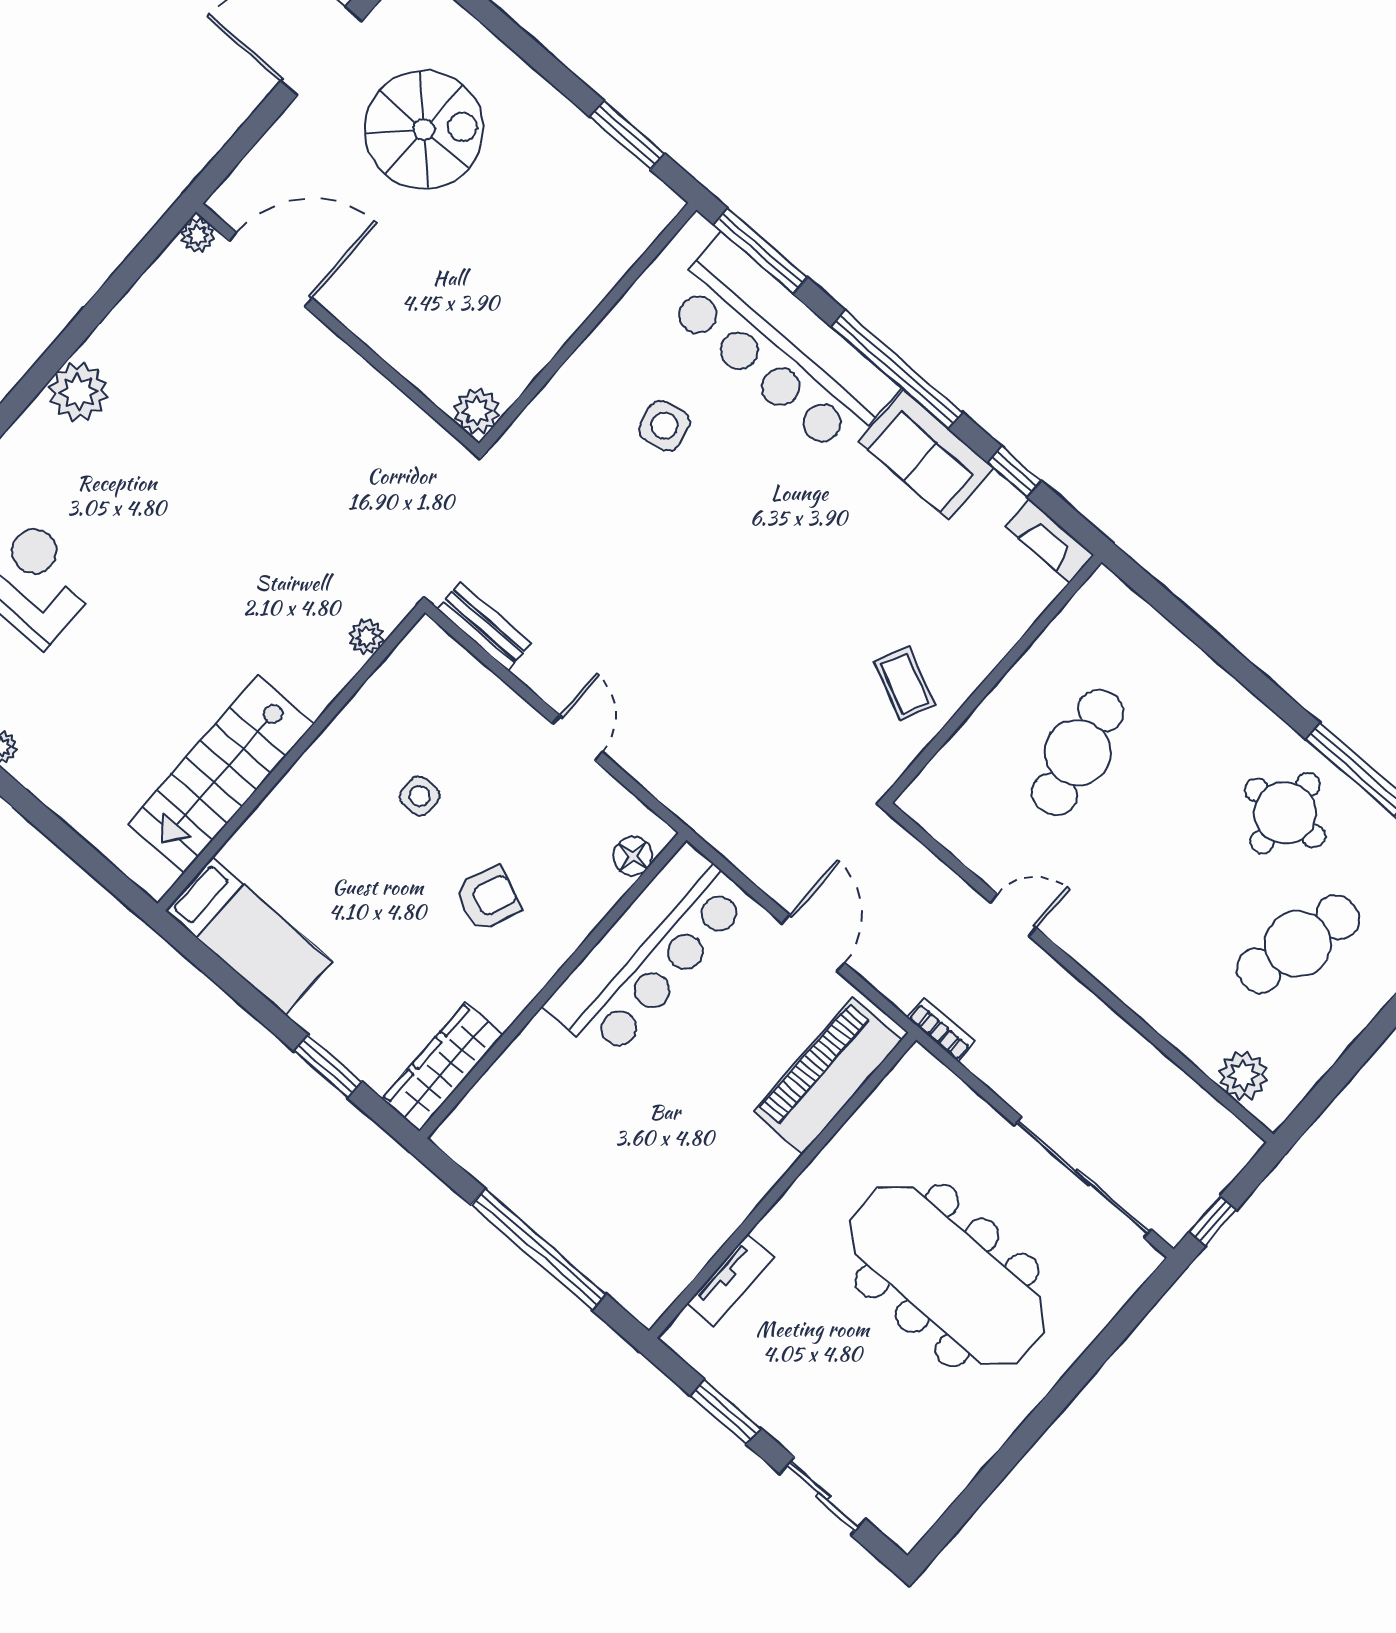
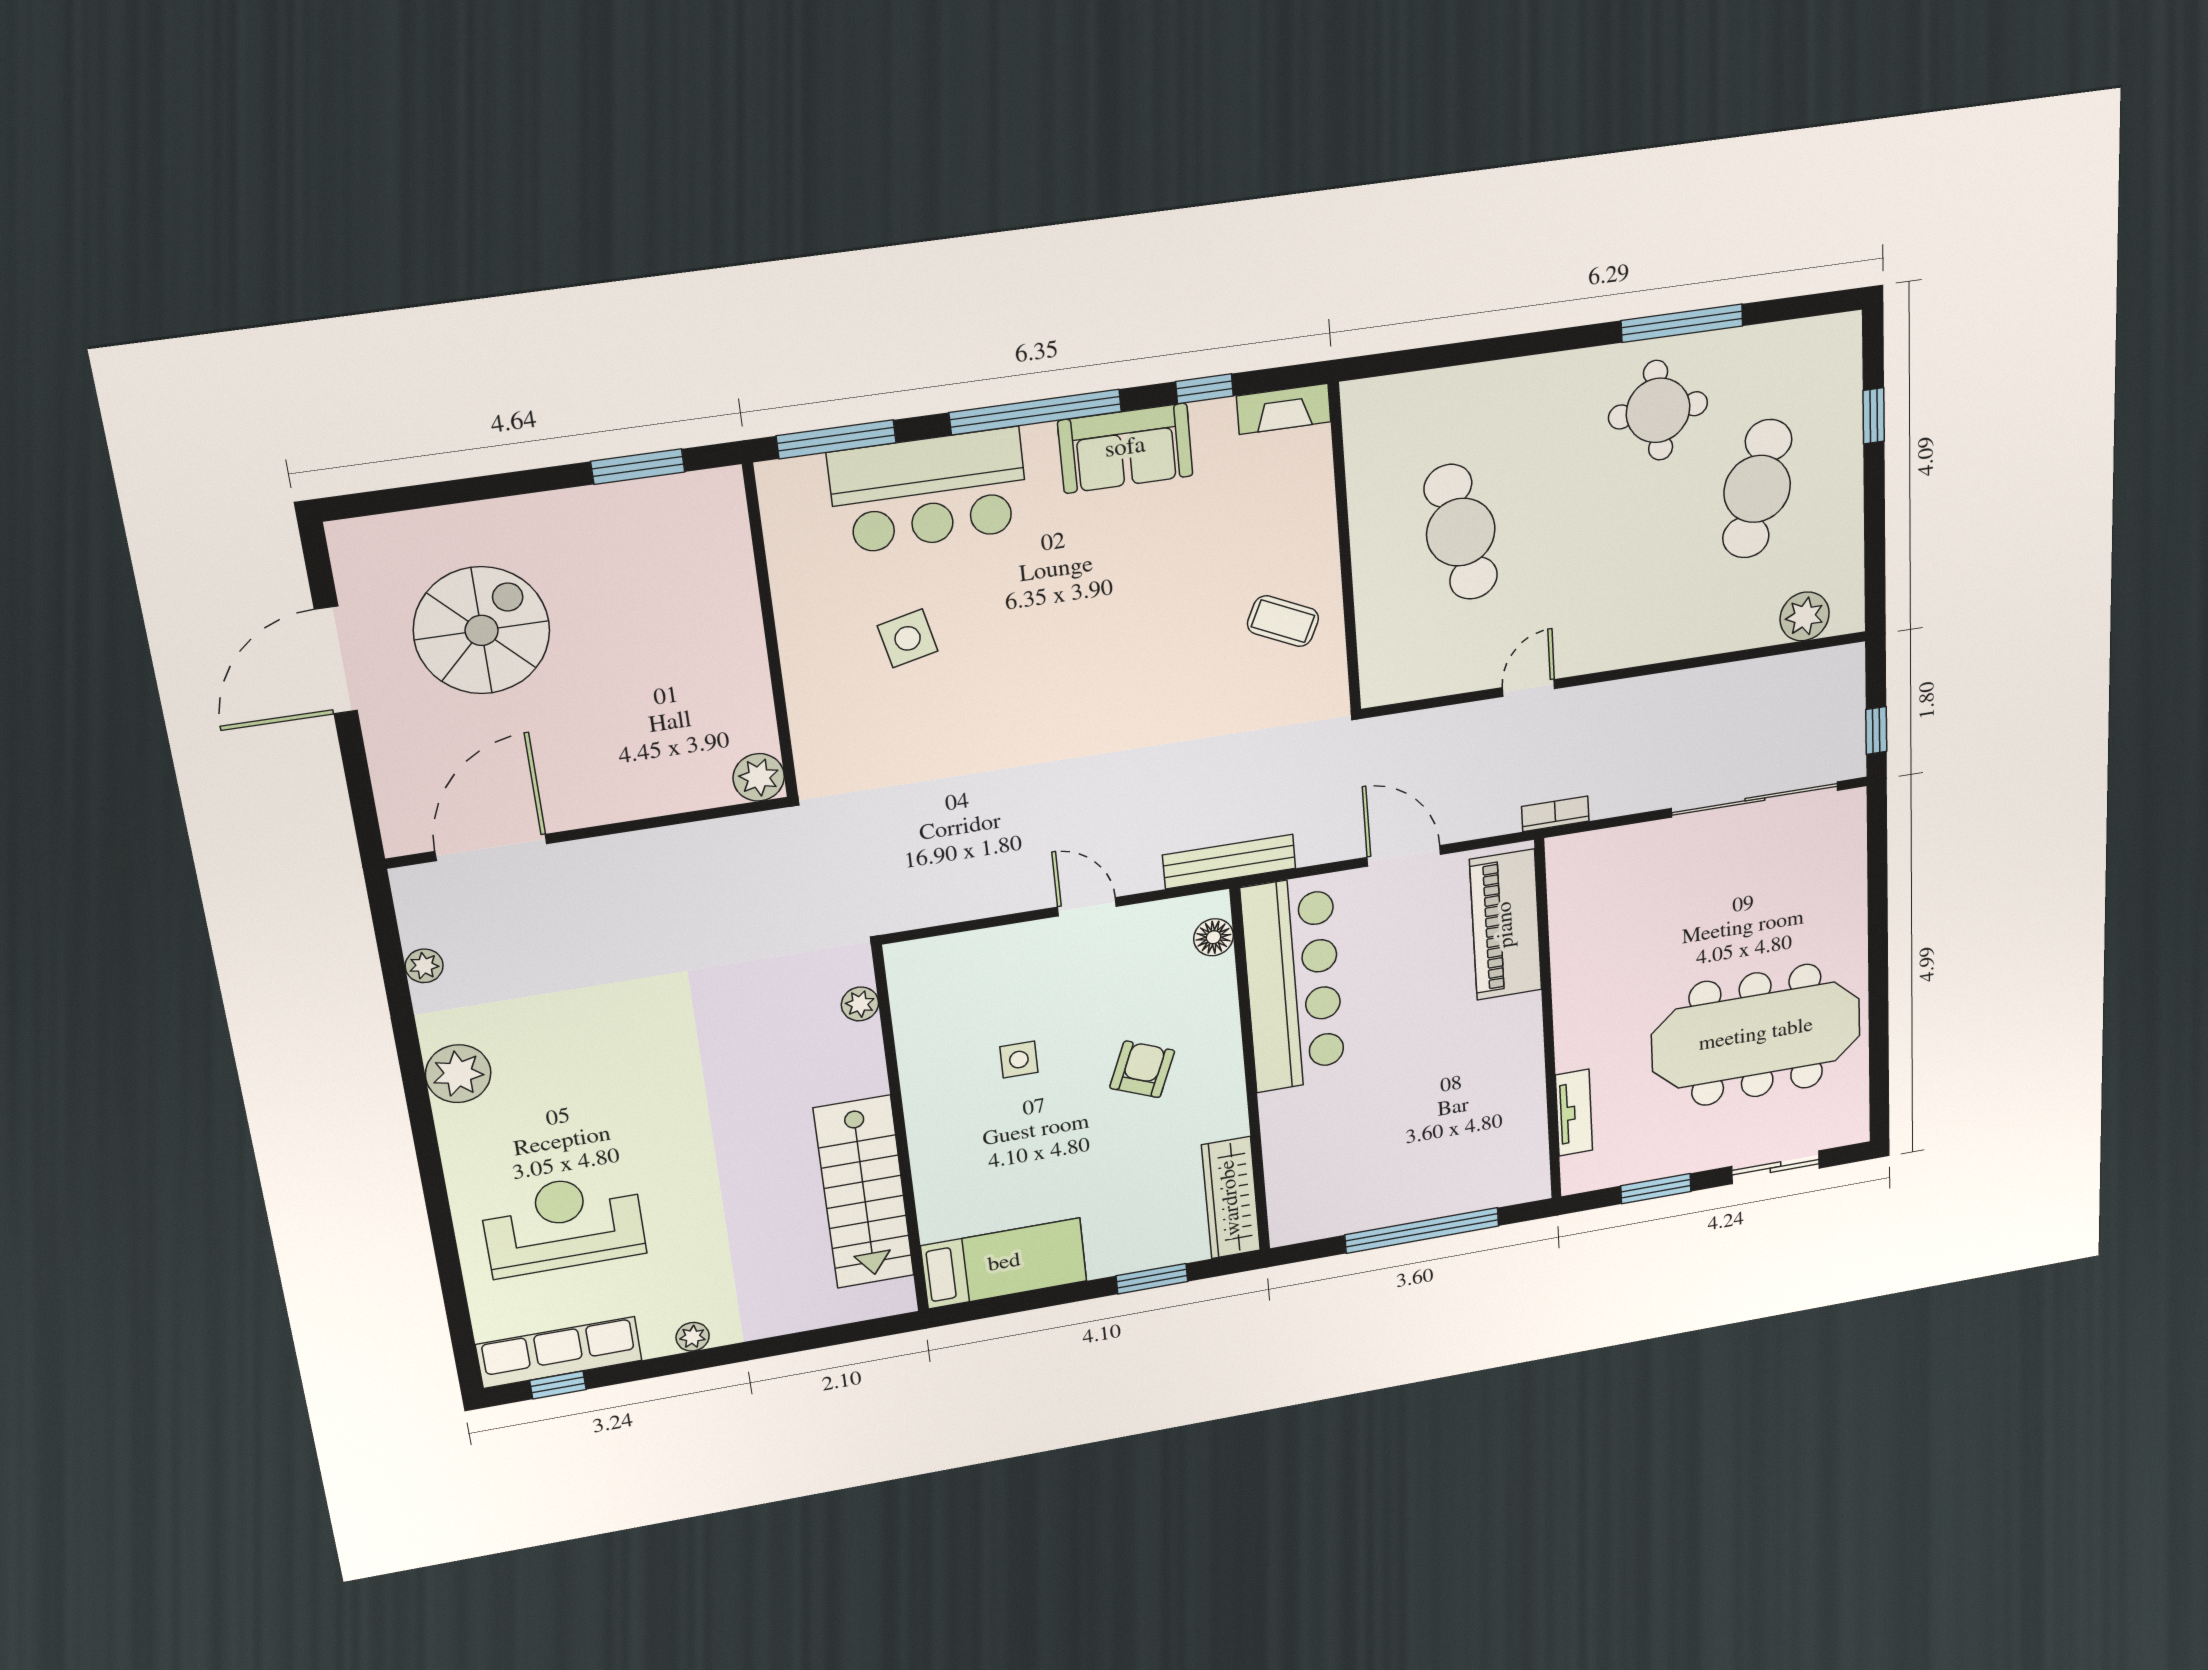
plant: (198, 235) -> (424, 966), moved
bar counter: (780, 346) -> (929, 491), width x0.73
bench: (484, 626) -> (1229, 862), moved, width x1.36
meeting table: (947, 1275) -> (1756, 1035), moved

